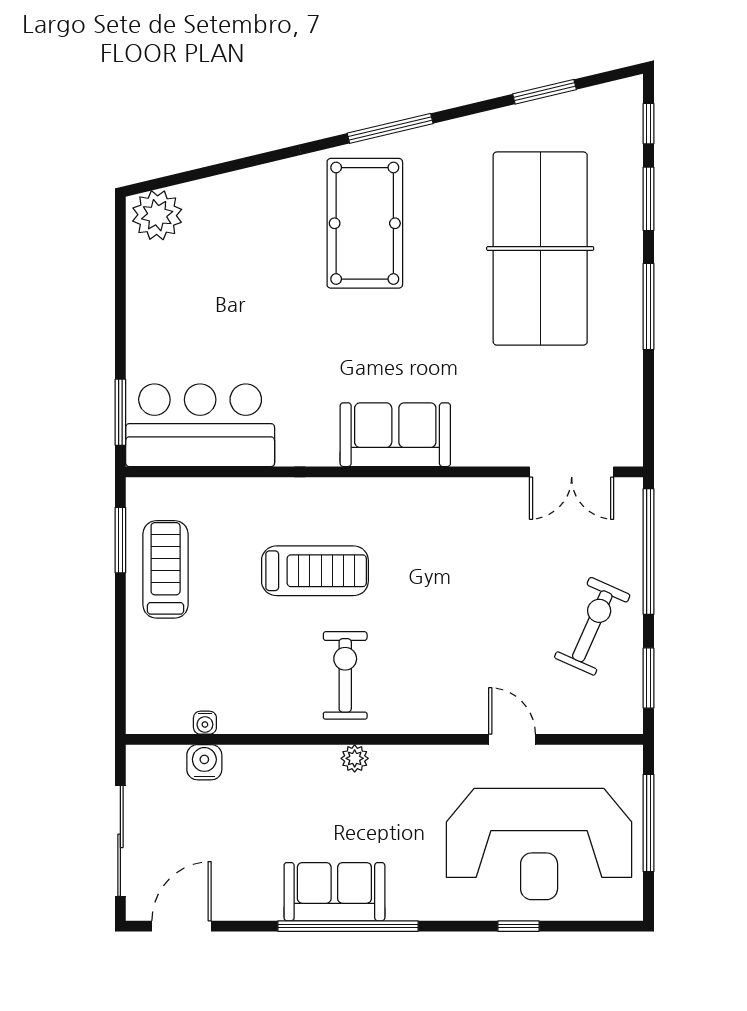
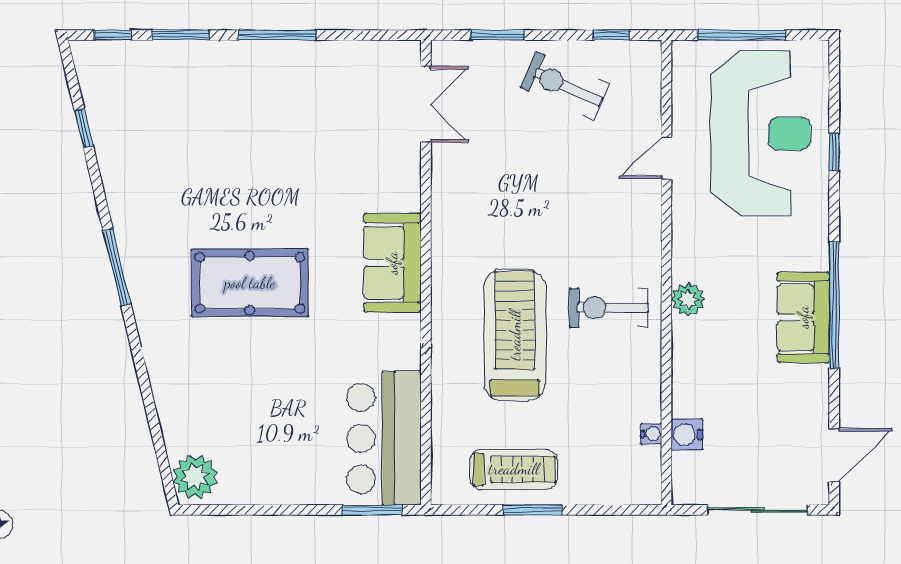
window: (545, 92) -> (84, 129), width x0.67
pool table: (365, 223) -> (250, 283), moved
table tennis table: (540, 249) -> (225, 132), removed
window: (120, 540) -> (533, 510), moved
window: (649, 551) -> (497, 35), width x0.47
treadmill: (166, 569) -> (514, 469), turned 180
treadmill: (315, 571) -> (515, 335), width x1.37, depth x1.38
window: (649, 678) -> (611, 35), width x0.67
plant: (355, 758) -> (688, 299), width x1.38, depth x1.38
door: (182, 926) -> (834, 455), swing flipped

